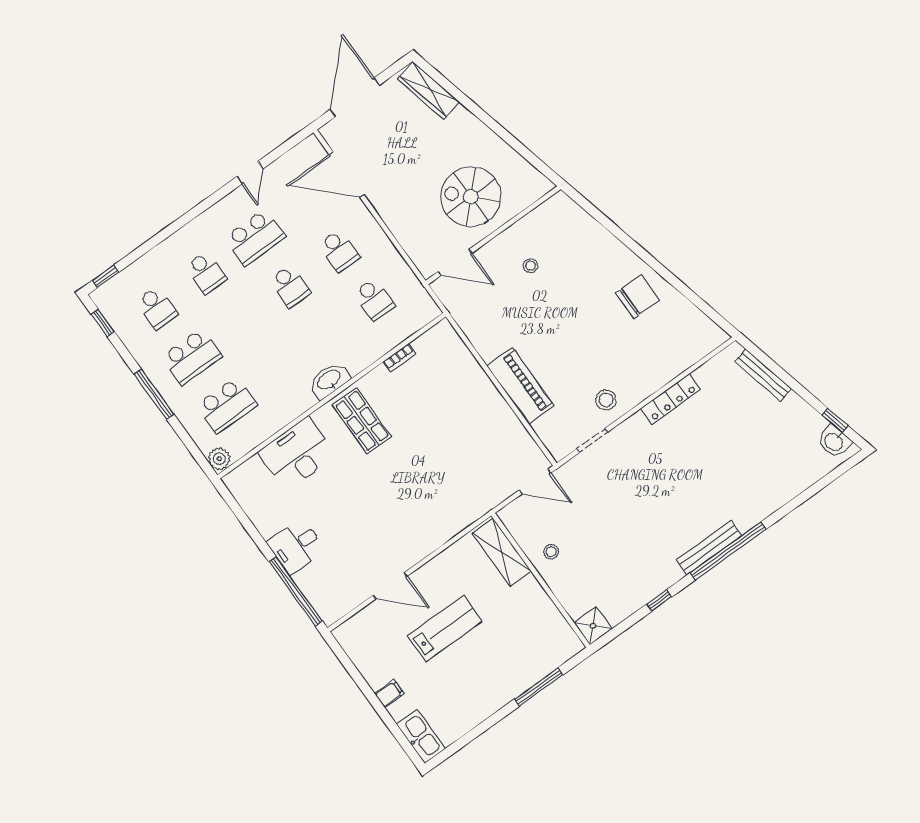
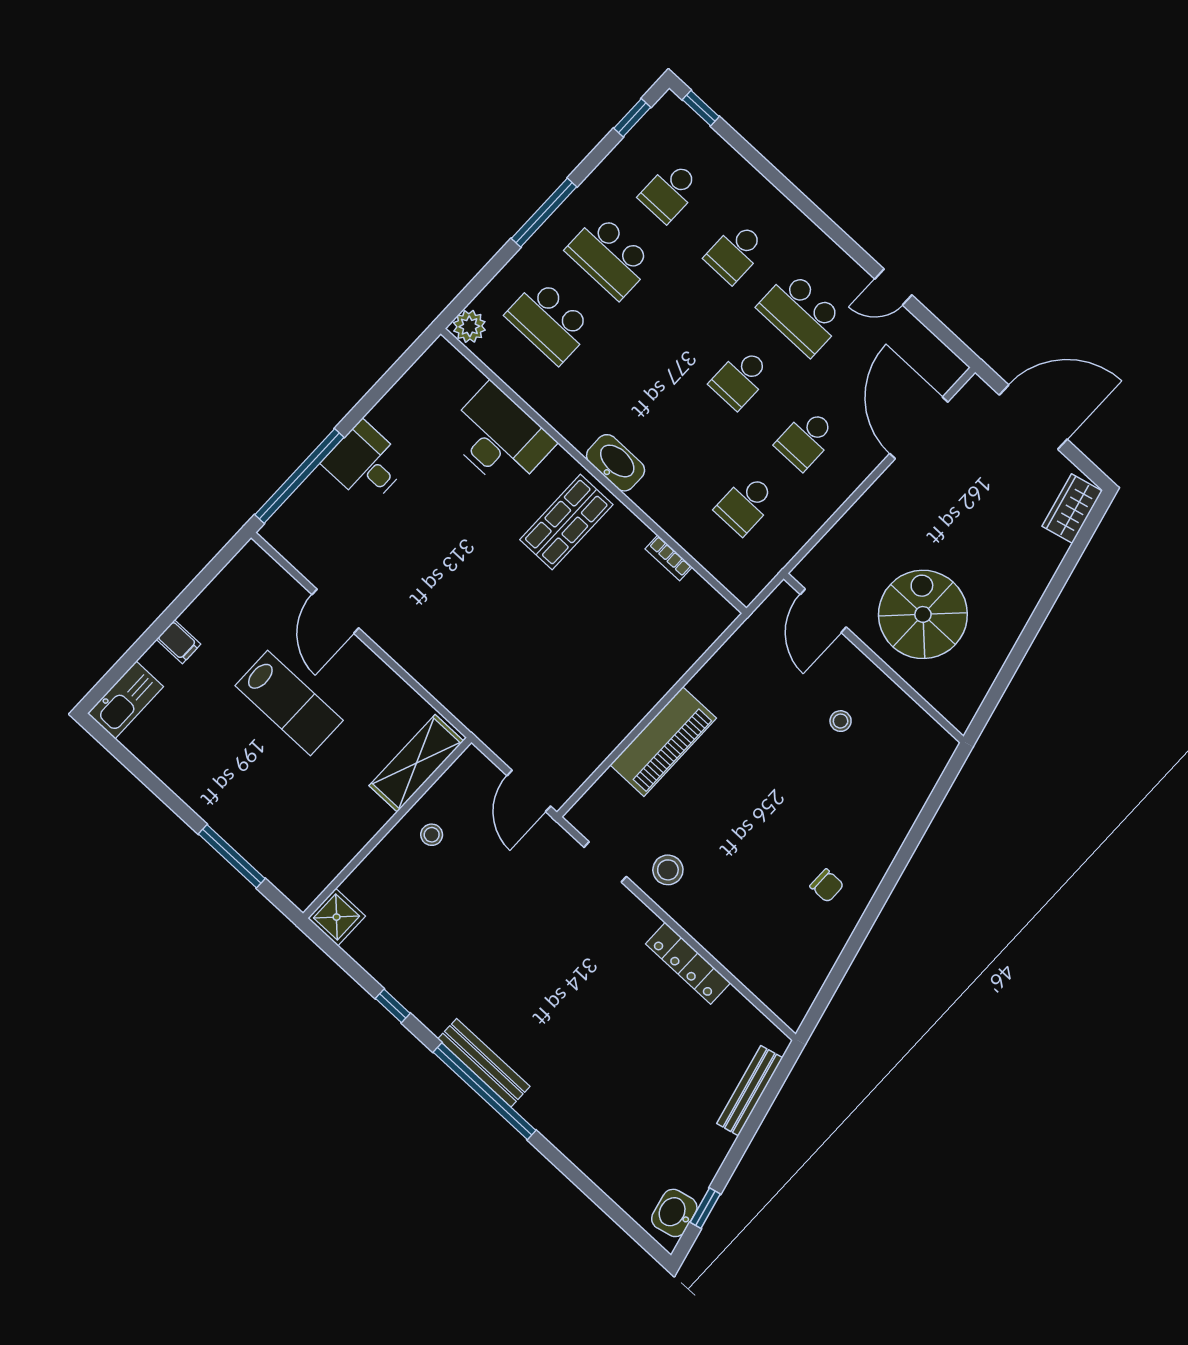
wardrobe: (428, 91) -> (1072, 509), width x0.67
chair: (638, 297) -> (827, 886), width x0.54, depth x0.54

